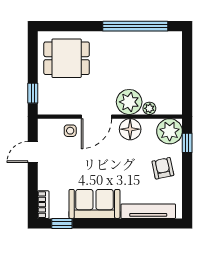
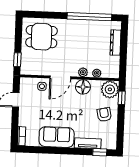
dresser: (175, 63) -> (115, 43), added
plant: (129, 102) -> (83, 72), width x0.53, depth x0.53
tv unit: (148, 211) -> (88, 143), width x0.71
window: (62, 224) -> (100, 152), moved

